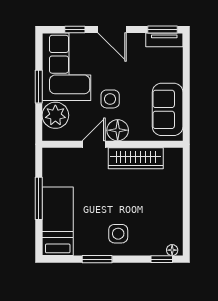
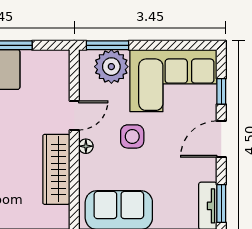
window: (39, 87) -> (108, 45), moved
floor lamp: (118, 130) -> (86, 146), width x0.53, depth x0.53
door: (94, 144) -> (74, 115), hinge flipped

